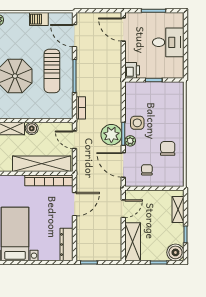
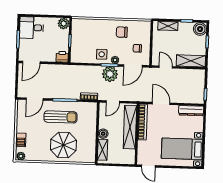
barbecue: (39, 19) -> (21, 140), moved
desk: (168, 42) -> (31, 28), moved, turned -90
plant: (176, 71) -> (64, 23), added

